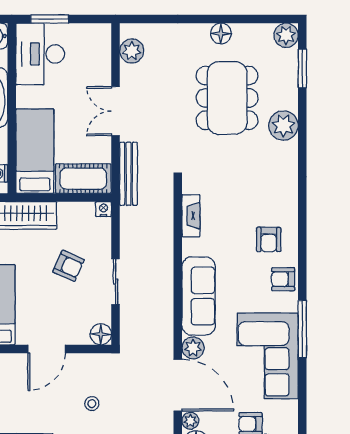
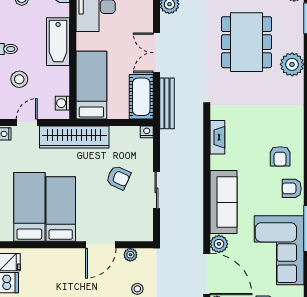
cot: (83, 179) -> (141, 97), moved, turned 90
floor lamp: (101, 334) -> (145, 233), removed
plant: (83, 361) -> (130, 255), added

